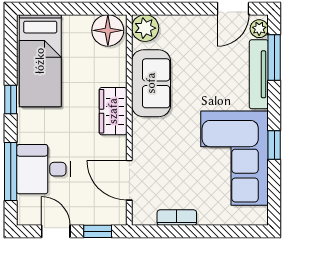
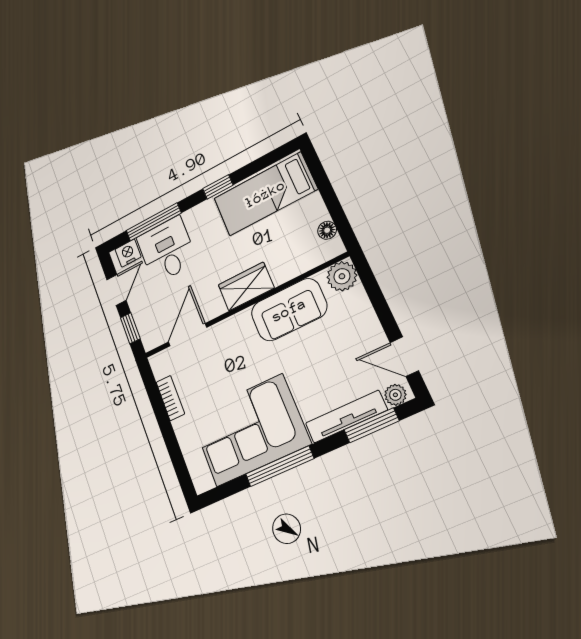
floor lamp: (108, 30) -> (327, 230), width x0.53, depth x0.53
window: (274, 145) -> (280, 466), width x2.17
nightstand: (27, 207) -> (128, 253), added

